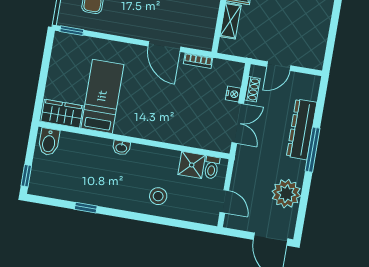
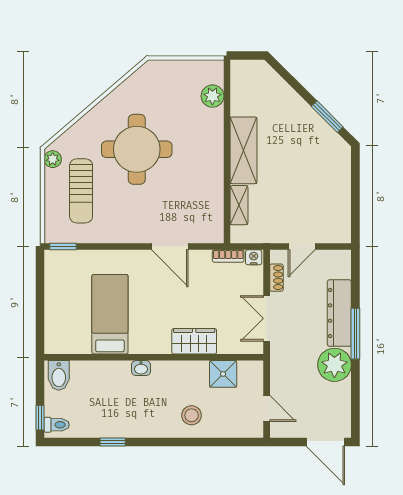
bookcase: (198, 61) -> (228, 256), moved
nightstand: (233, 94) -> (254, 257), moved, turned -90
wardrobe: (62, 114) -> (194, 341), moved
double door: (238, 123) -> (267, 318), swing flipped
toilet: (212, 167) -> (57, 425), moved, turned -90
plant: (286, 194) -> (334, 365), moved

